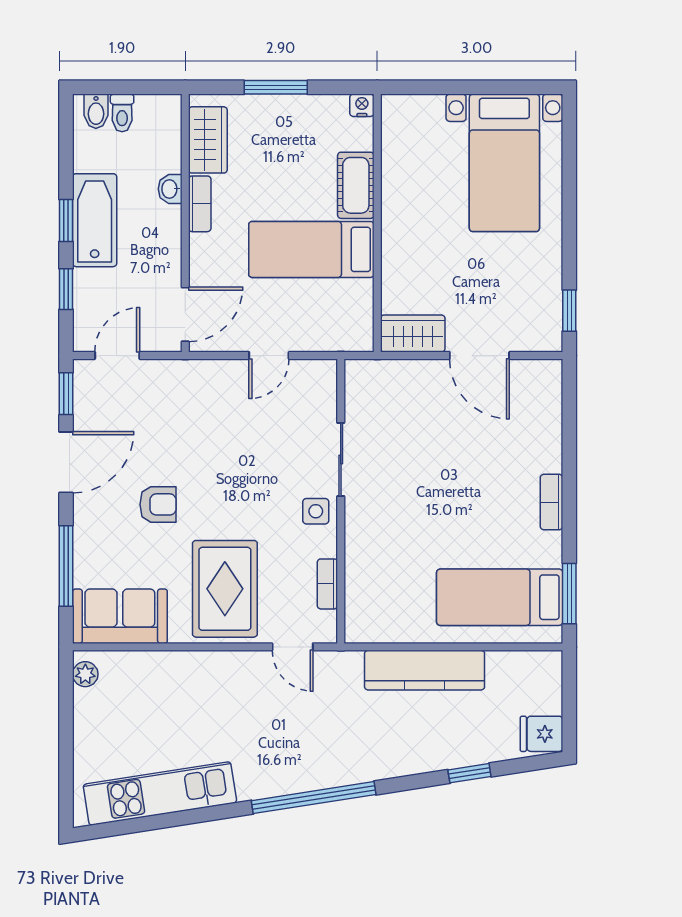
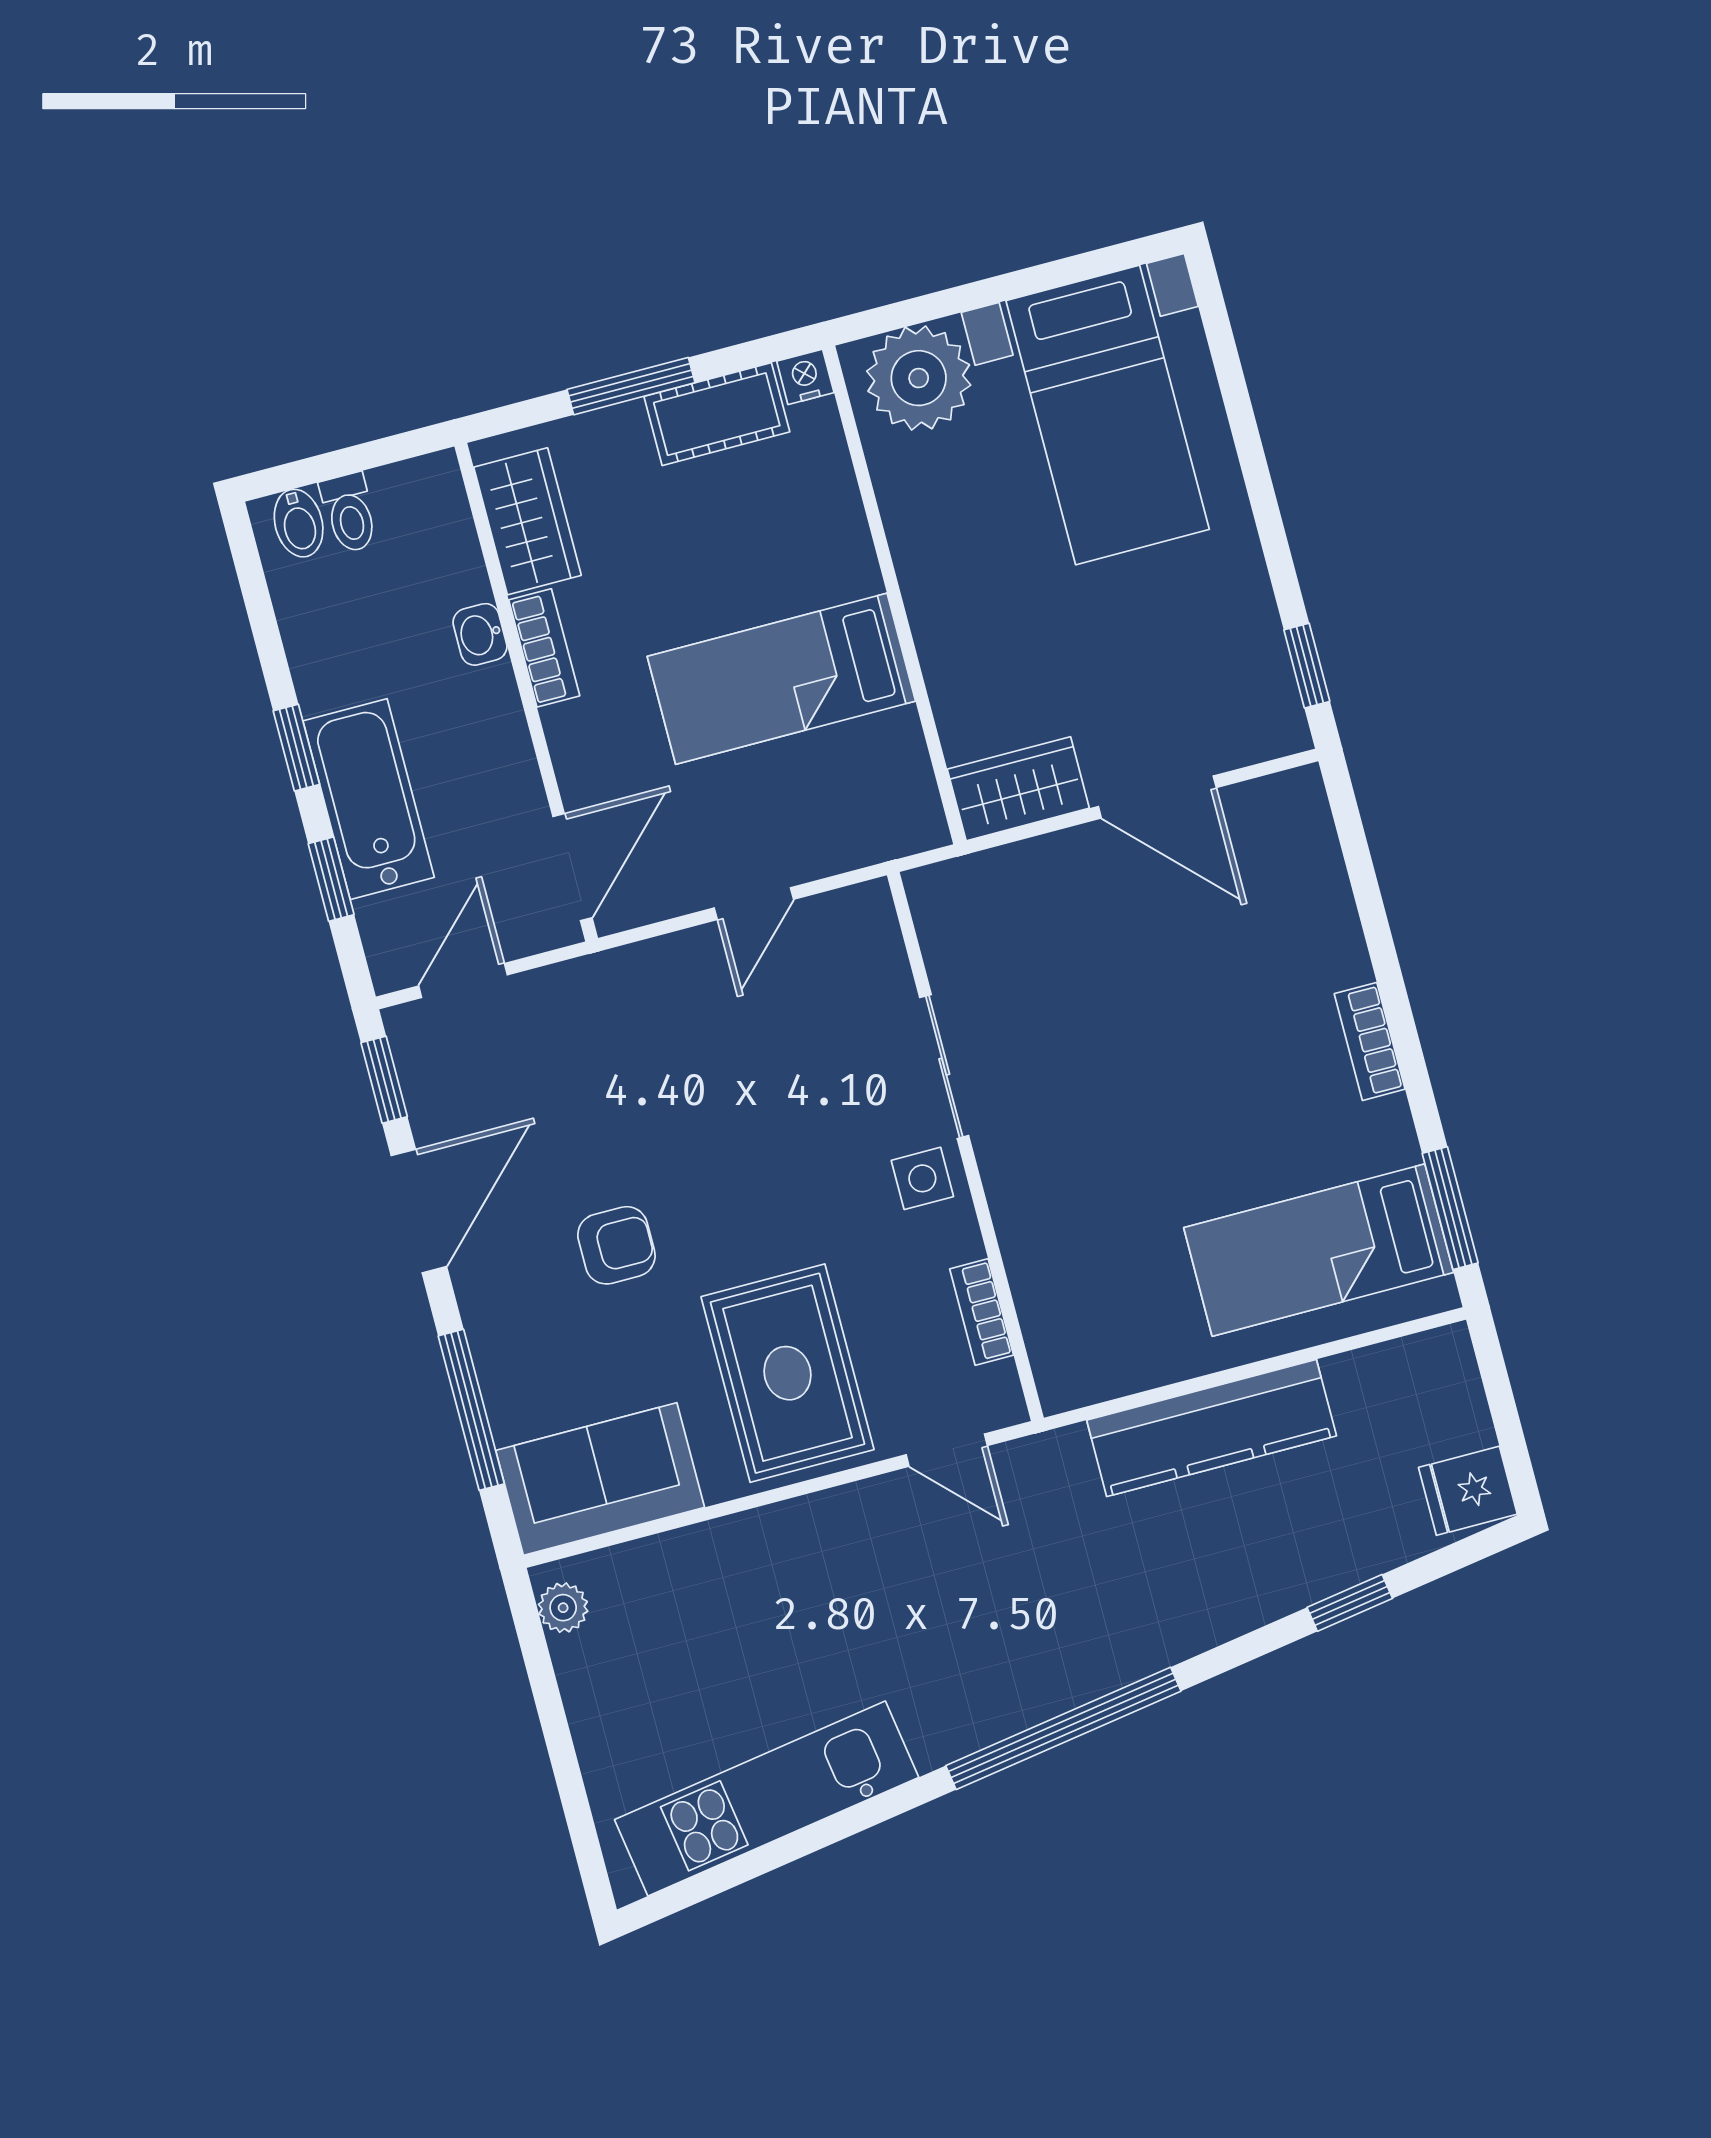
plant: (417, 120) -> (919, 378), added
cot: (356, 185) -> (717, 414), moved, turned 90
bathtub: (95, 220) -> (369, 799), moved

